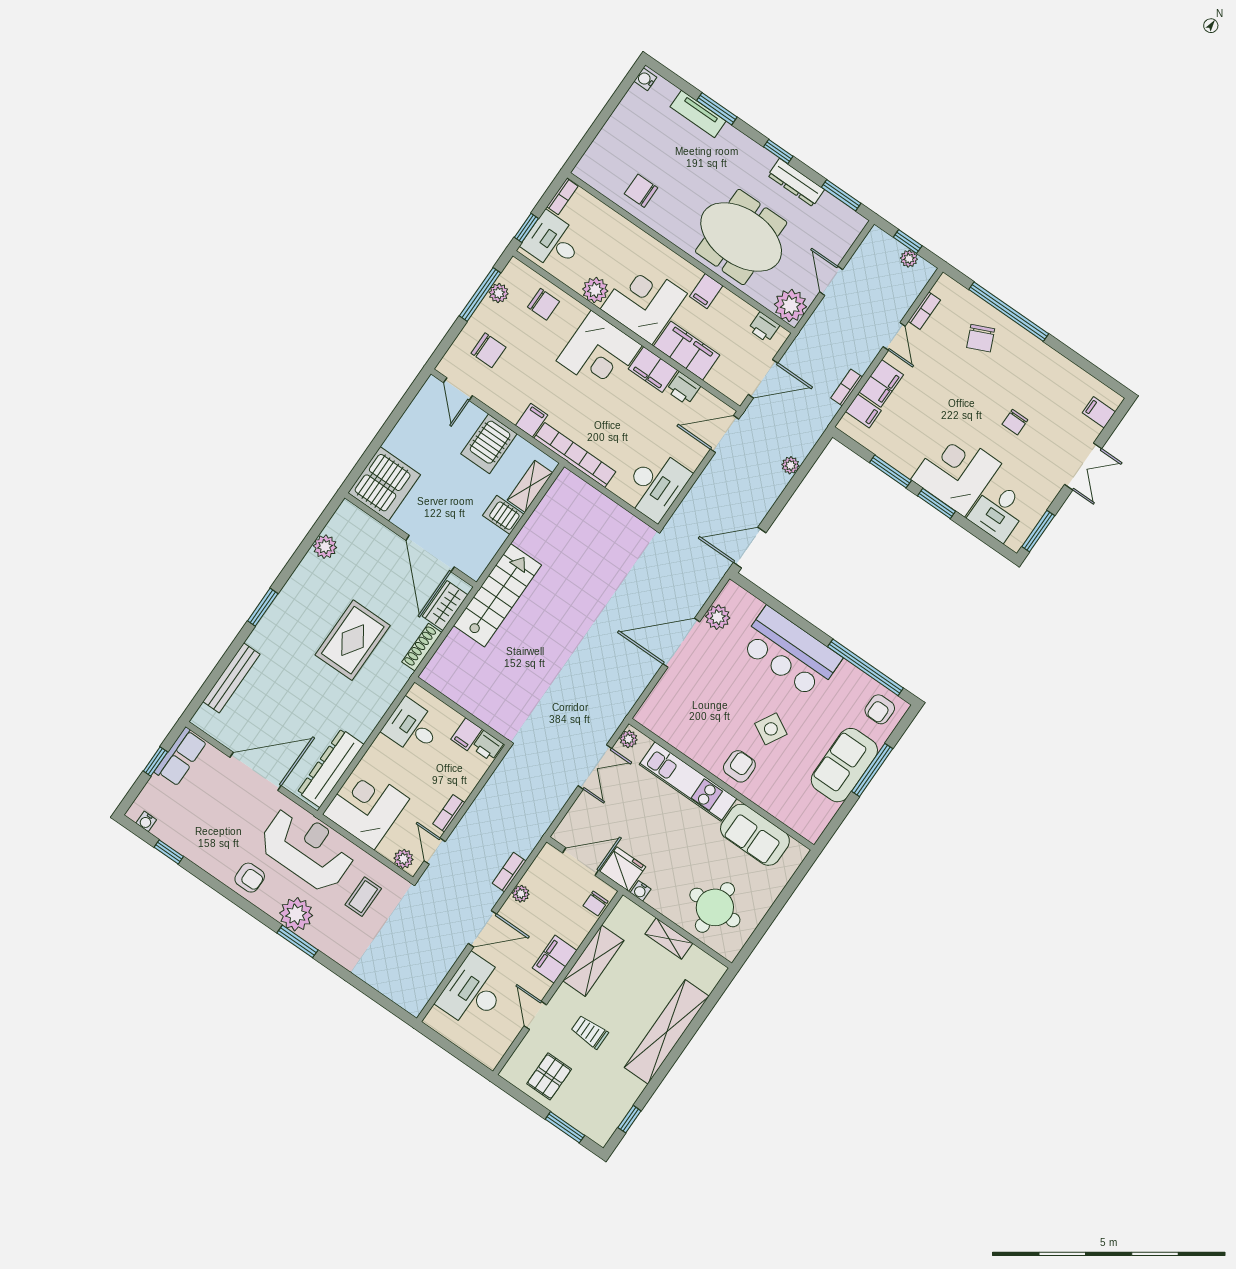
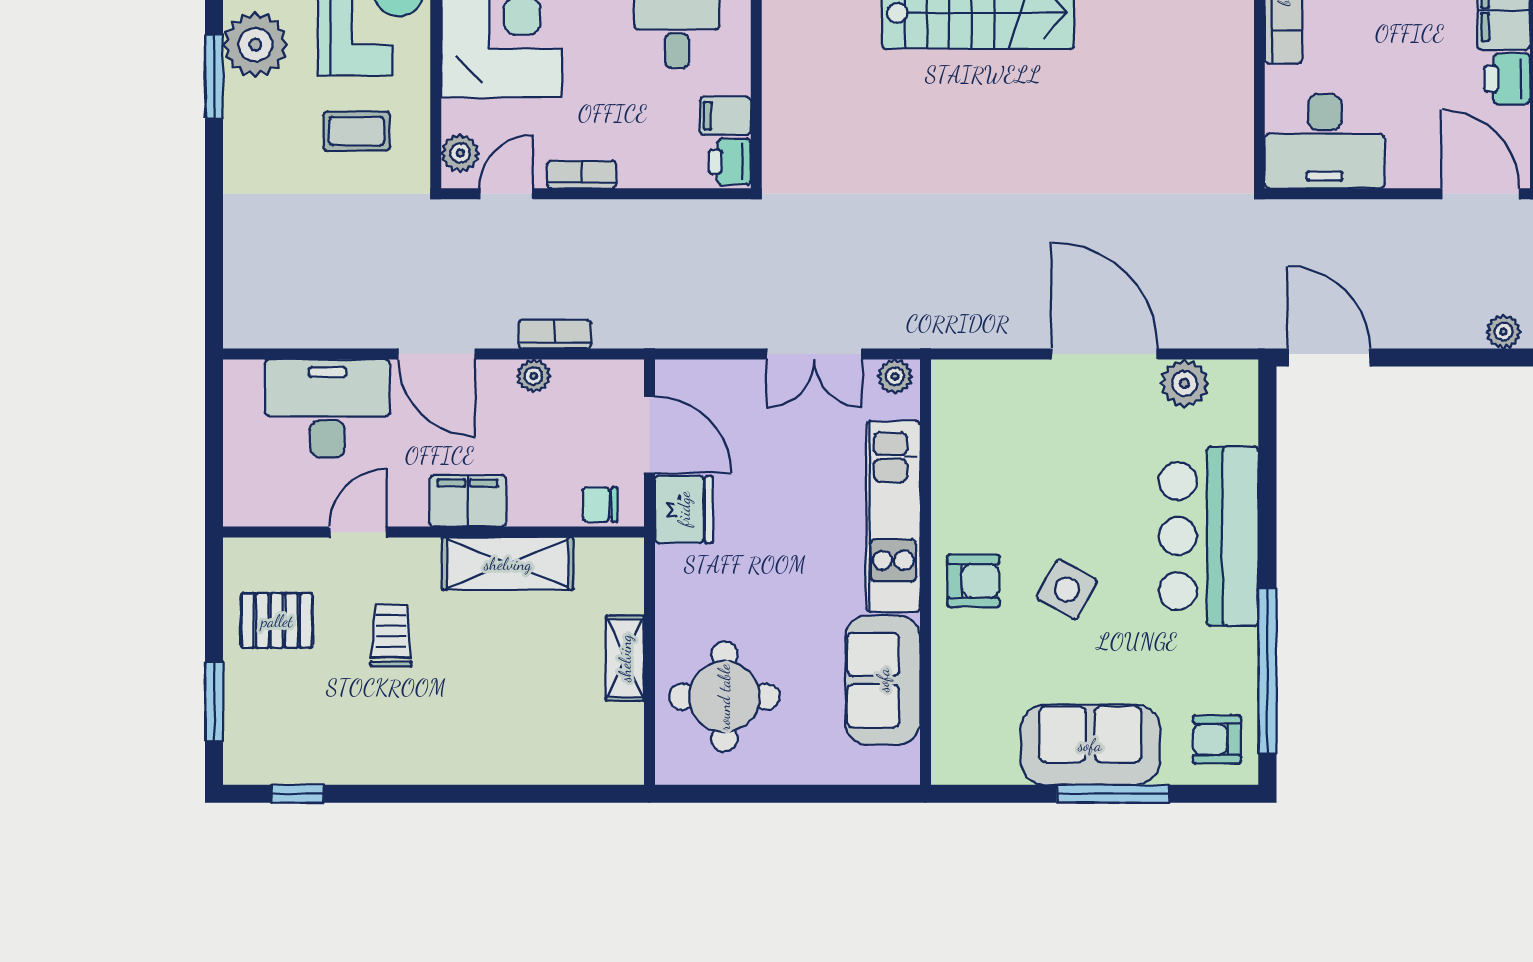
water cooler: (641, 891) -> (669, 561), removed
shelving: (667, 1032) -> (476, 757), removed

